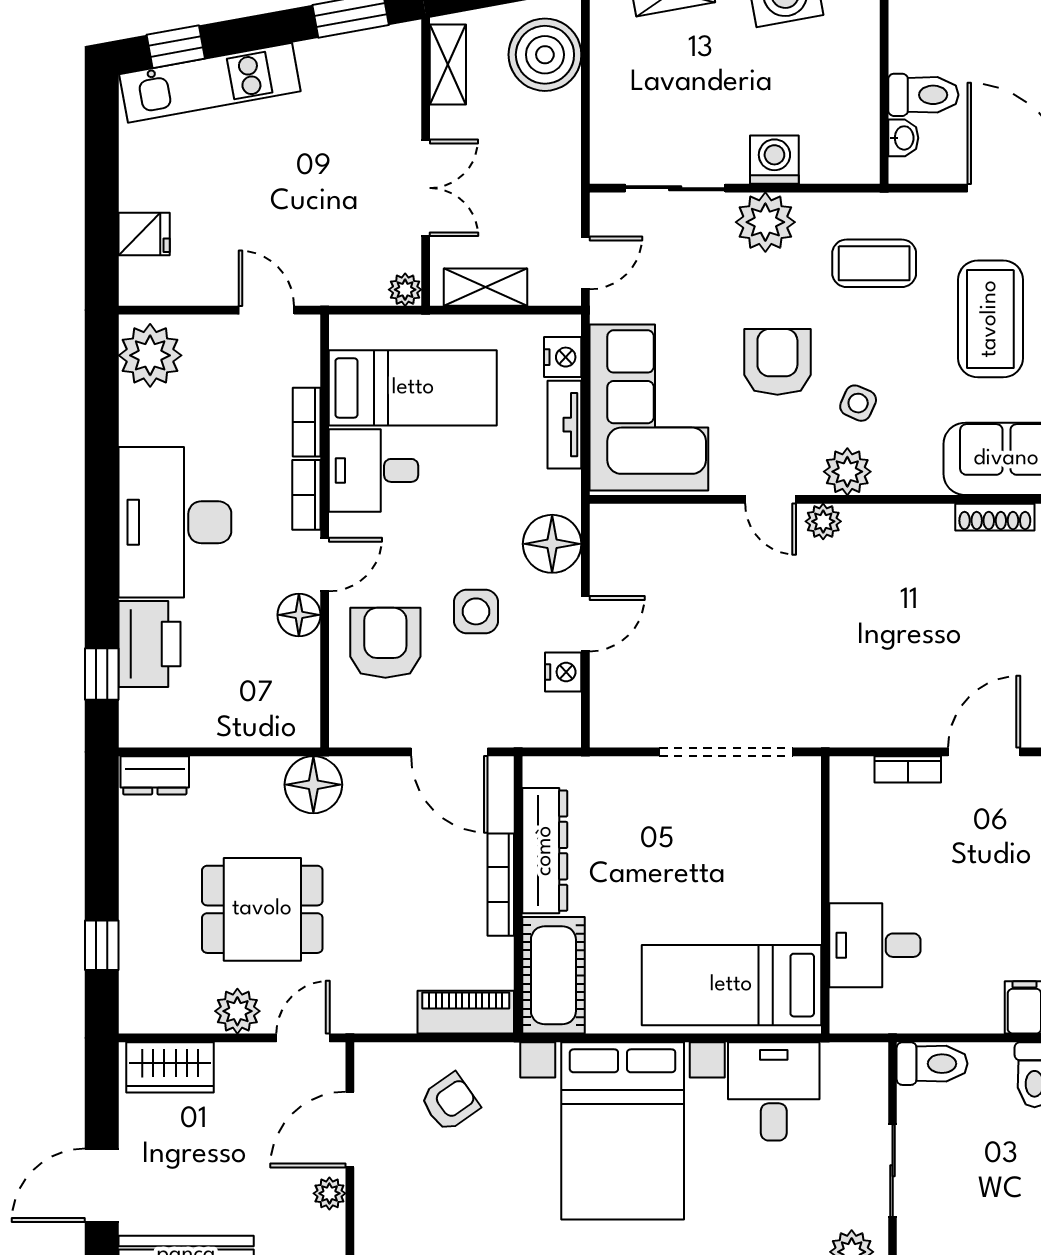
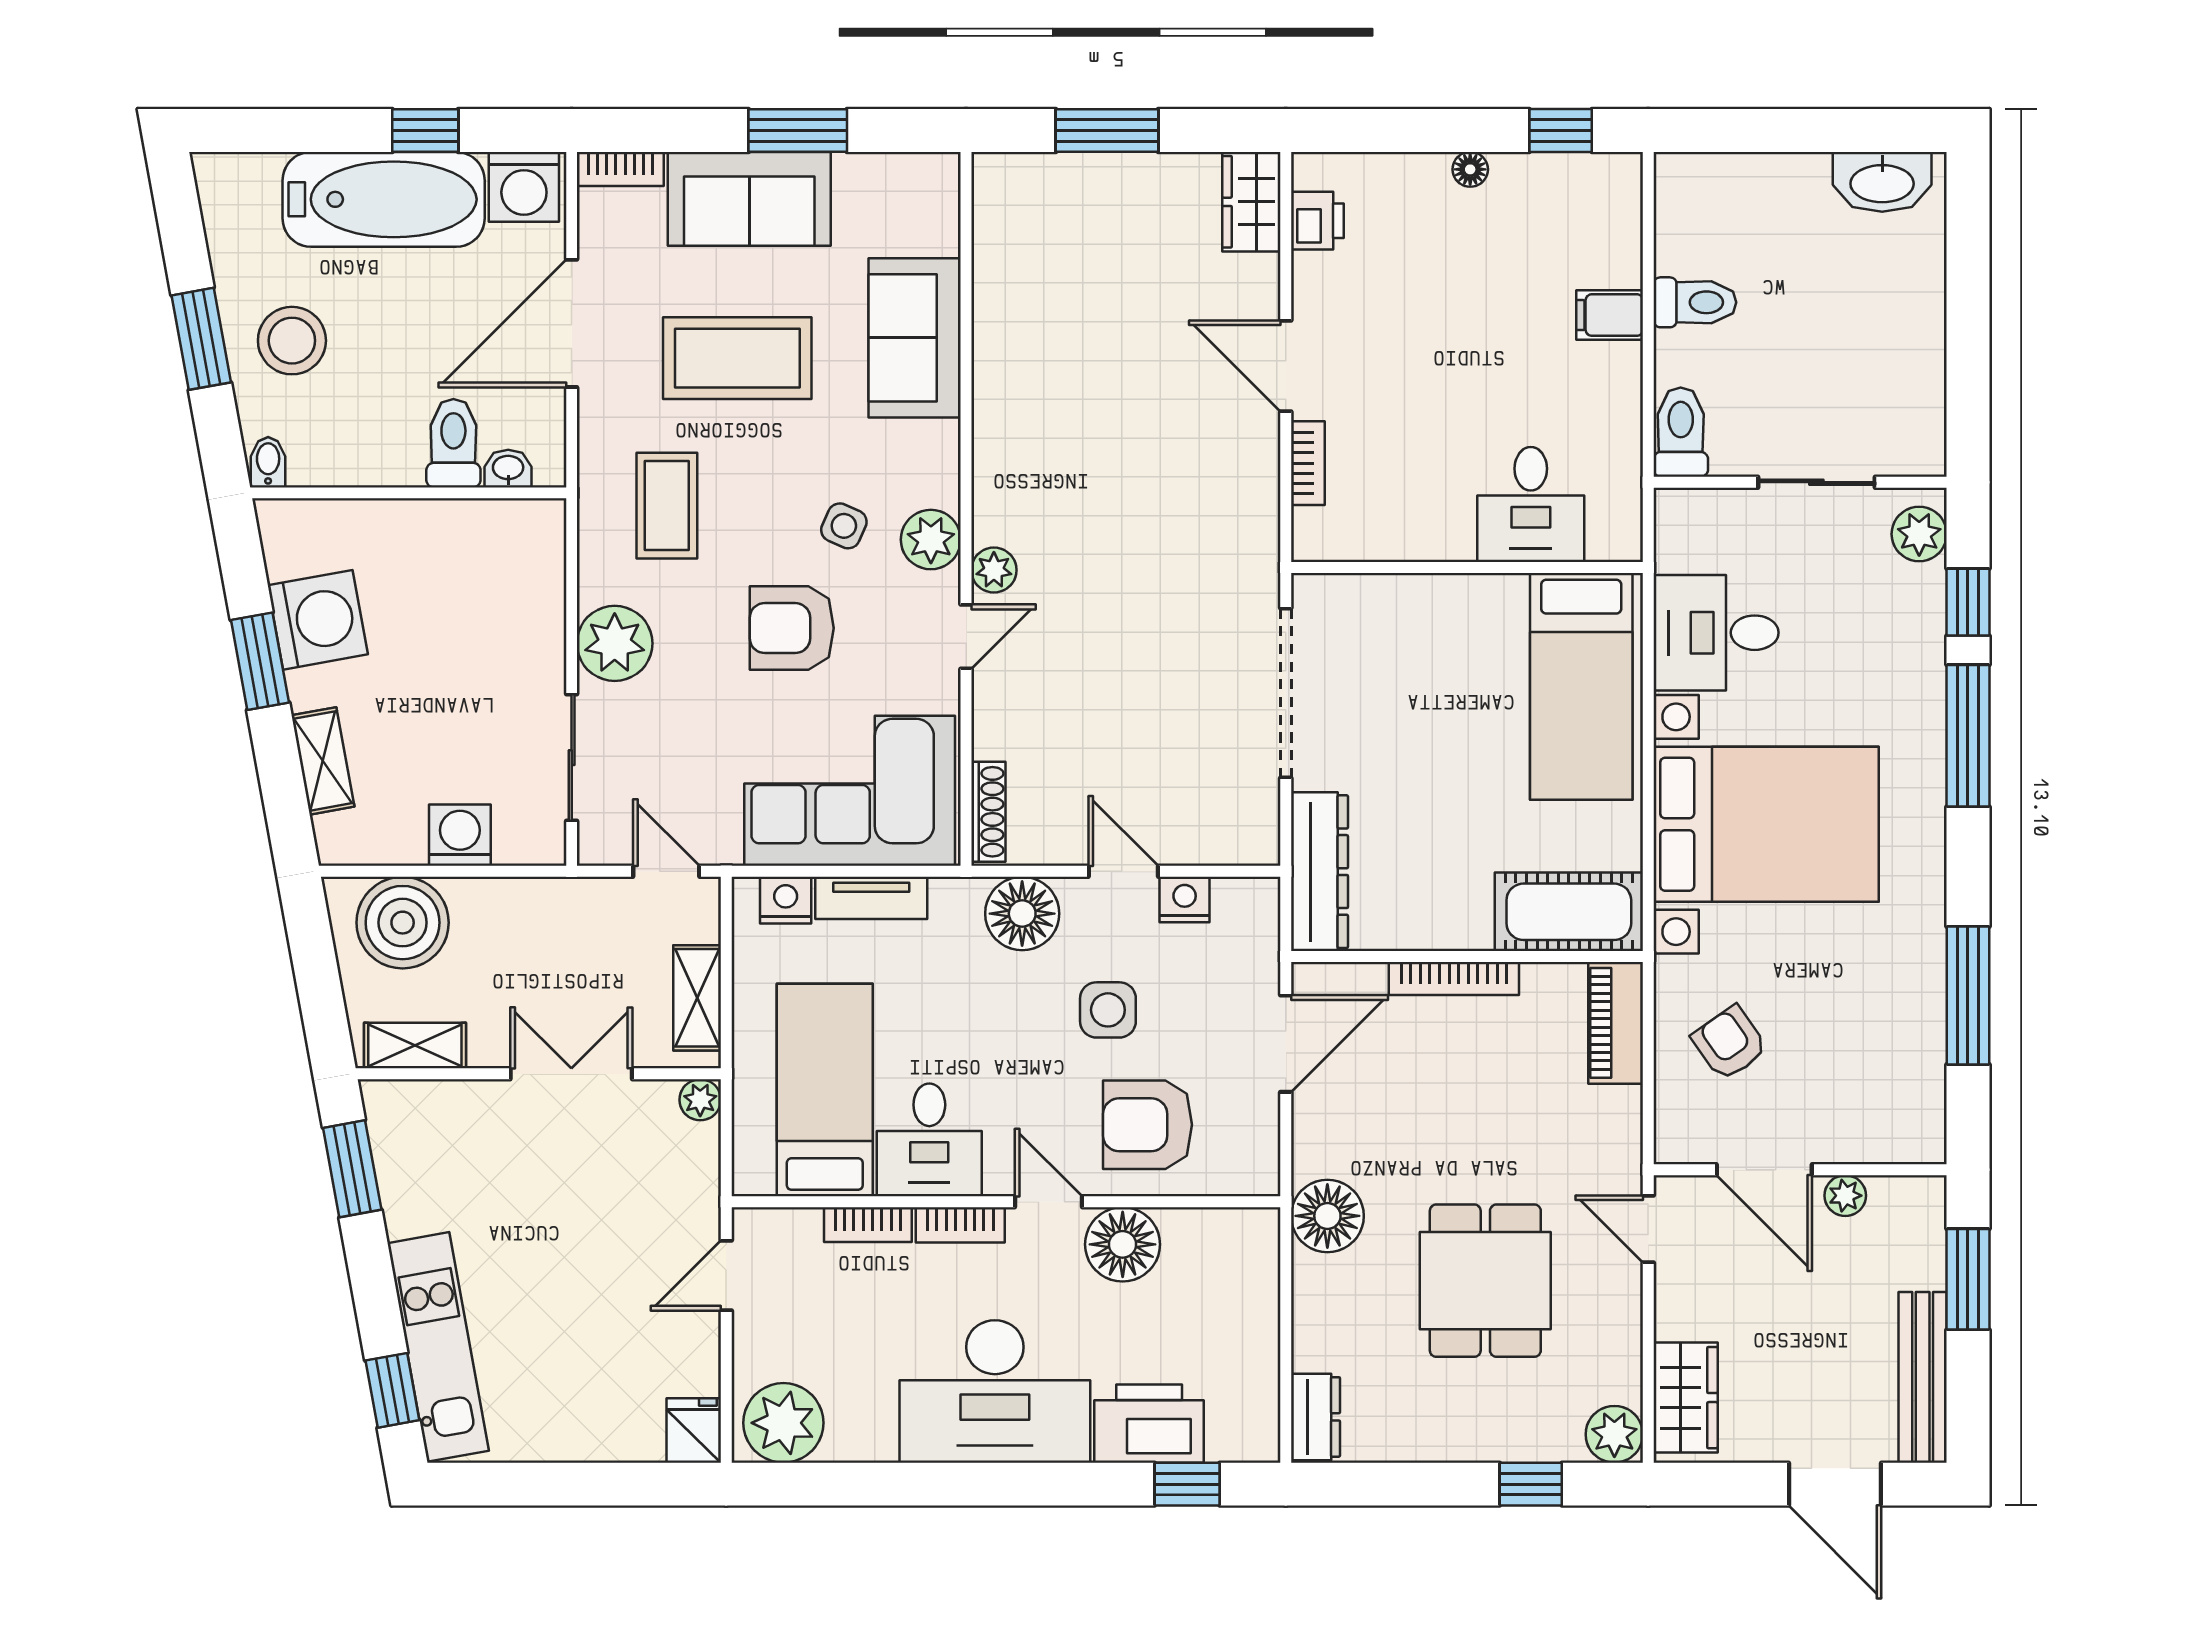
washing machine: (774, 160) -> (460, 835), moved, turned 90
fridge: (144, 234) -> (694, 1430), moved
shoe rack: (995, 517) -> (988, 812), moved
floor lamp: (299, 615) -> (1123, 1244), width x1.38, depth x1.38
dresser: (545, 851) -> (1319, 872), moved, turned 90
plant: (237, 1011) -> (1614, 1434), moved

